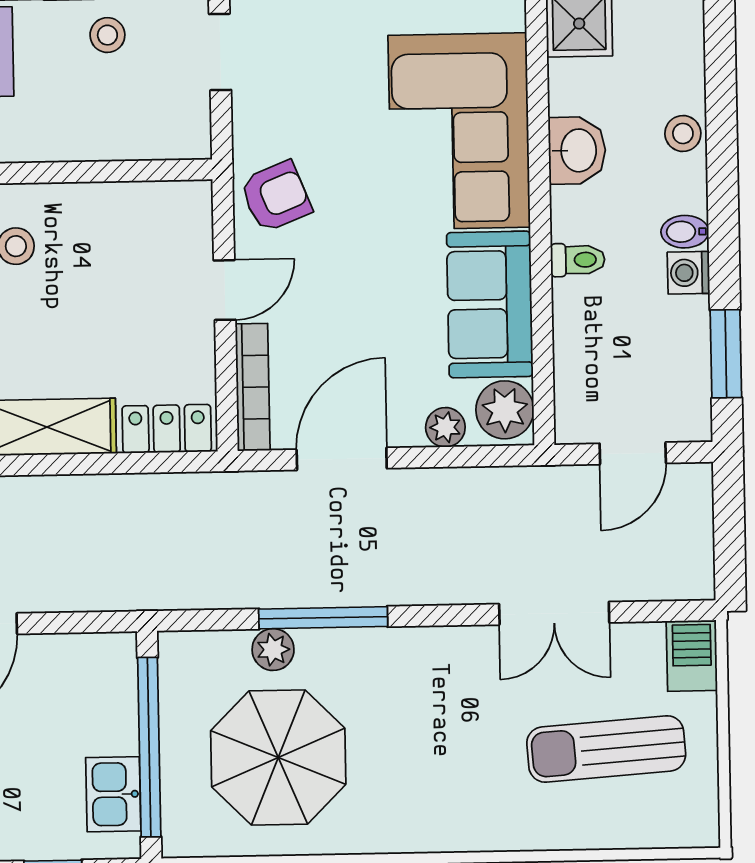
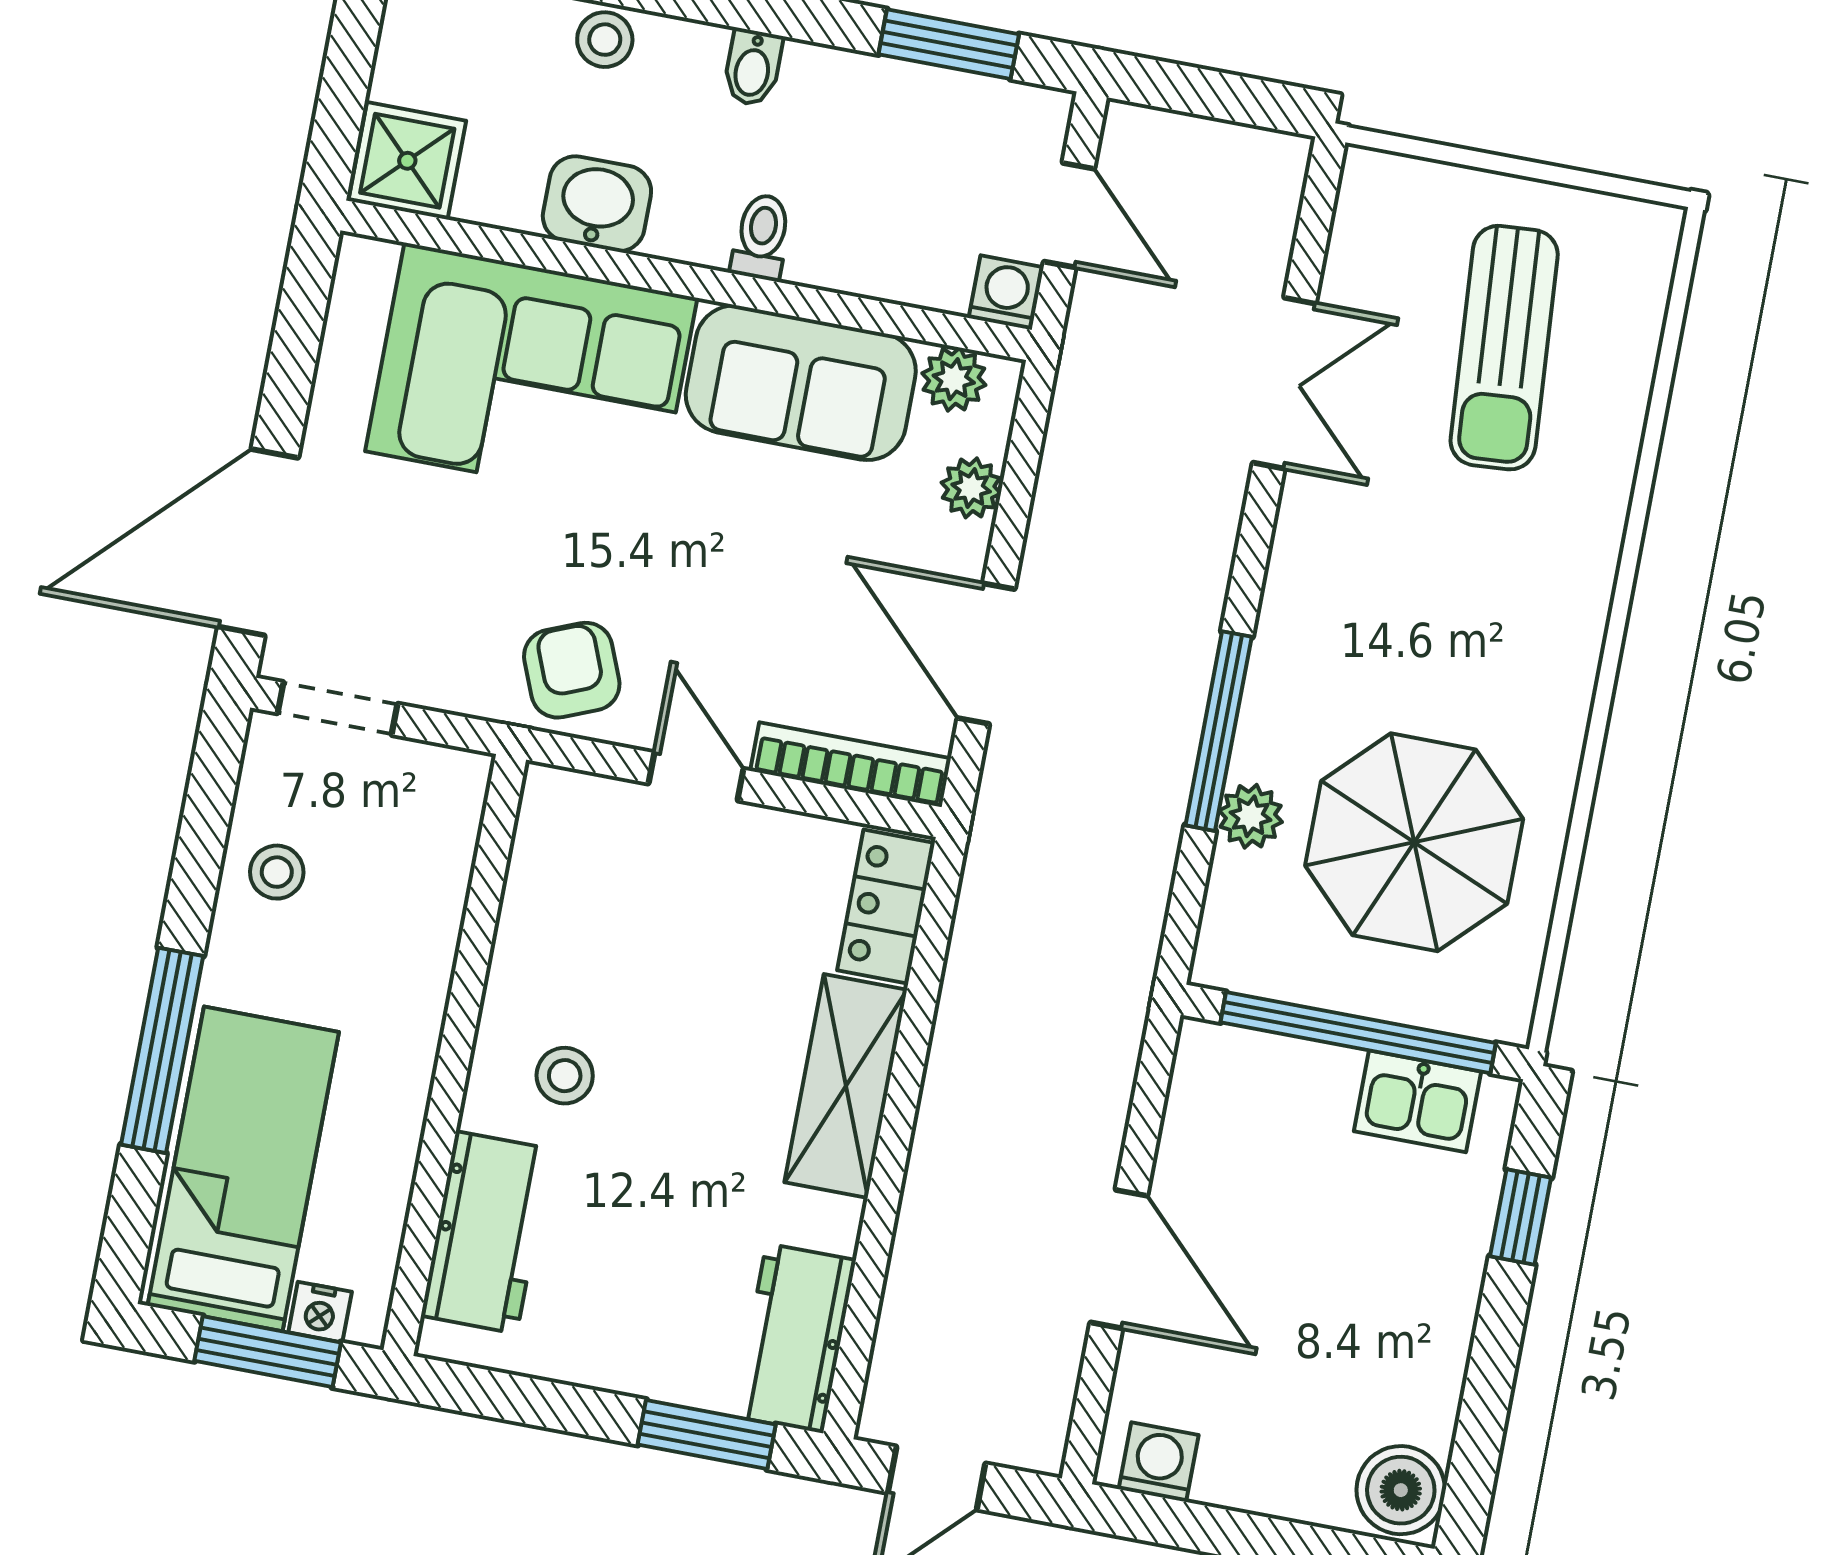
washing machine: (689, 273) -> (1006, 293), moved, turned 180
plant: (505, 410) -> (954, 379), width x0.73, depth x0.73
barbecue: (692, 656) -> (1391, 190), removed

